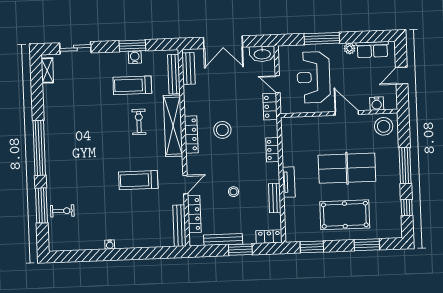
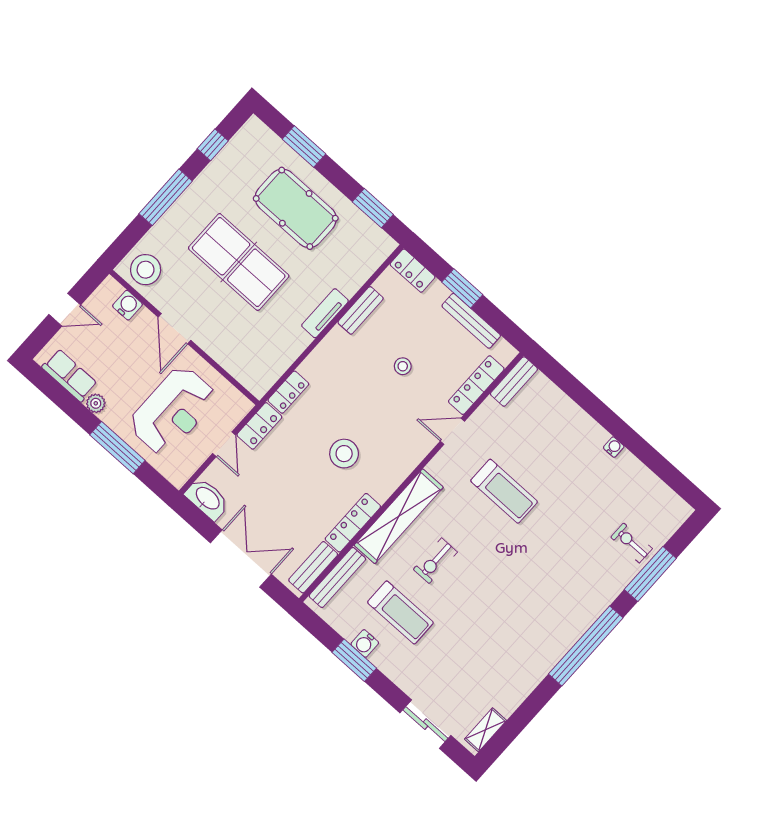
locker: (191, 134) -> (353, 523), moved
locker: (272, 150) -> (288, 392), moved
bench: (179, 226) -> (514, 381), width x0.73

